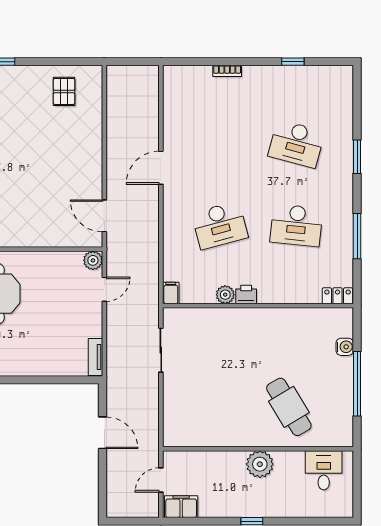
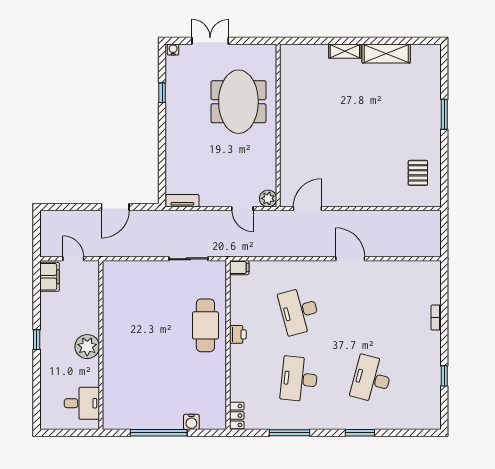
pallet: (64, 91) -> (418, 173), turned 90
plant: (225, 295) -> (238, 316), removed
cafe table: (289, 407) -> (205, 325), moved, turned -59

